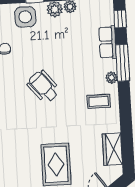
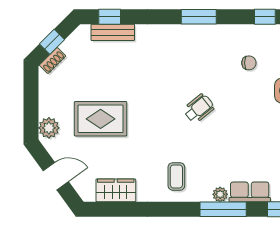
plant: (112, 78) -> (220, 194), moved
wheelchair: (43, 87) -> (199, 108), width x0.73, depth x0.73

